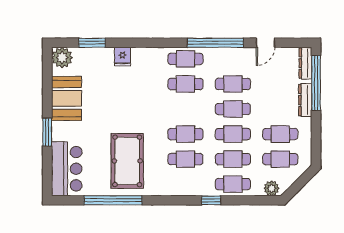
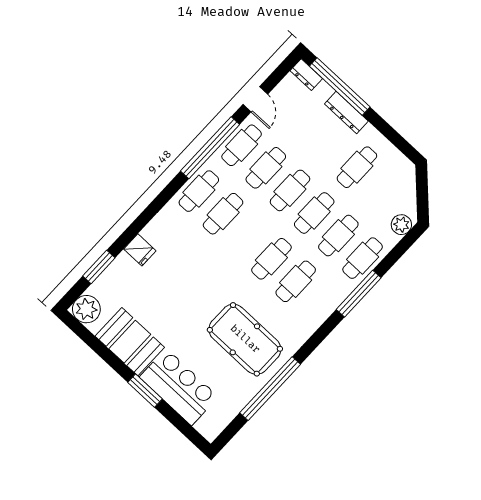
dresser: (305, 63) -> (306, 75), width x0.70
cafe table: (280, 159) -> (242, 145), moved
bar counter: (67, 169) -> (179, 387), moved
window: (211, 200) -> (359, 294), width x2.17

